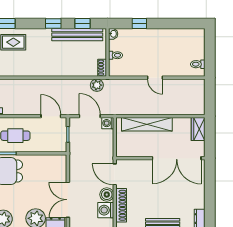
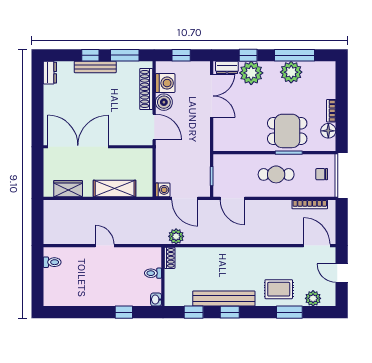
bench: (77, 35) -> (224, 299), moved
shelving: (147, 124) -> (115, 188), width x0.68
wardrobe: (198, 129) -> (68, 189), moved, turned -90

